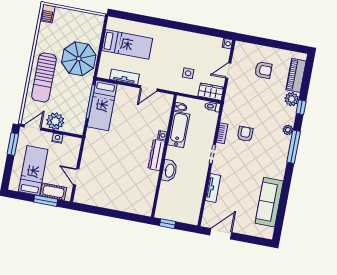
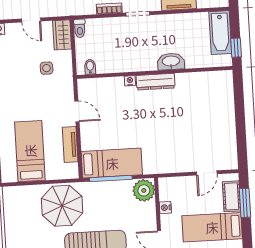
plant: (55, 121) -> (144, 190), moved
bathtub: (179, 129) -> (220, 33), moved, turned -90

